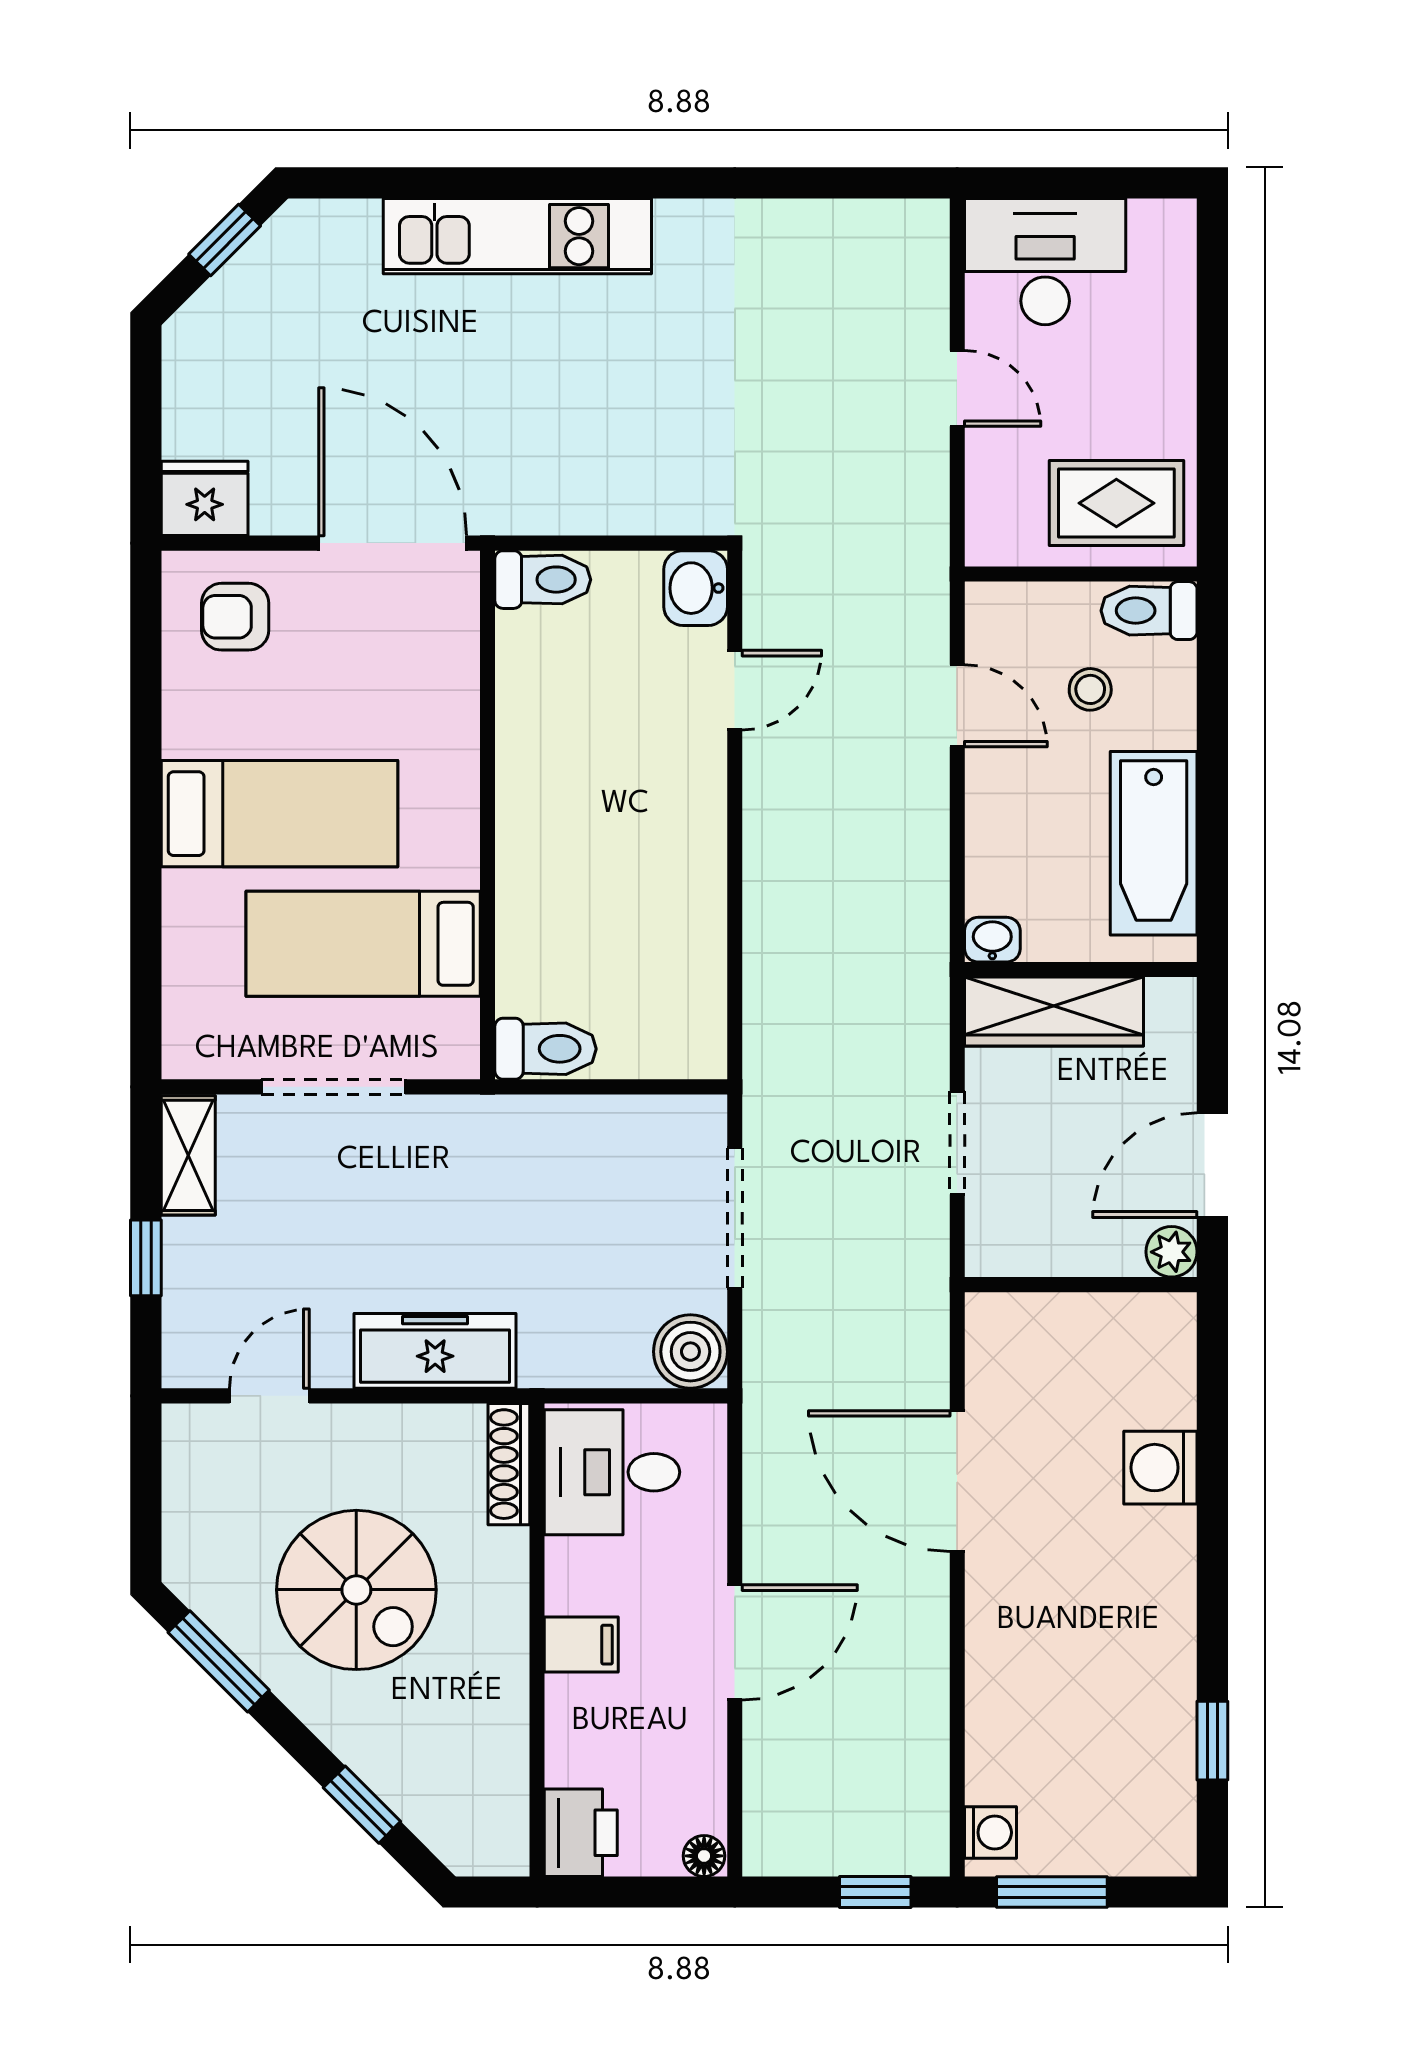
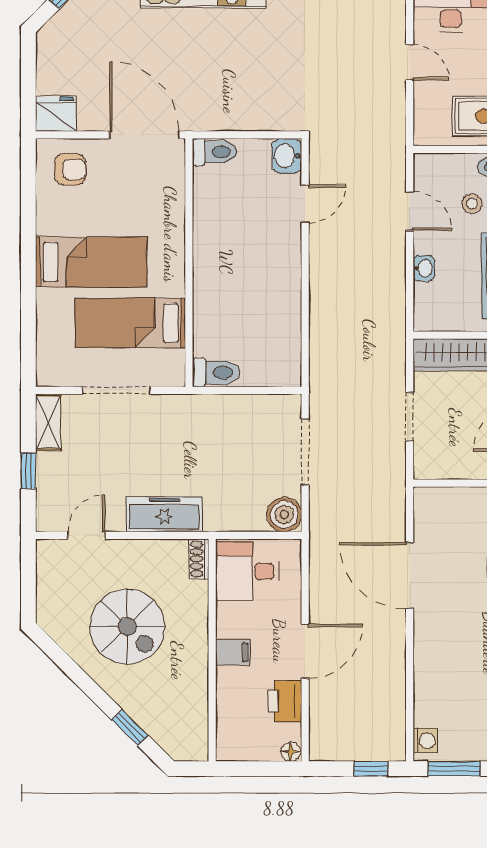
armchair: (235, 617) -> (70, 169), turned 180
washbasin: (992, 940) -> (424, 268), moved, turned 90
shoe rack: (509, 1464) -> (199, 559), width x0.70
window: (219, 1661) -> (63, 660), removed
printer: (581, 1833) -> (285, 701), moved, turned 180

